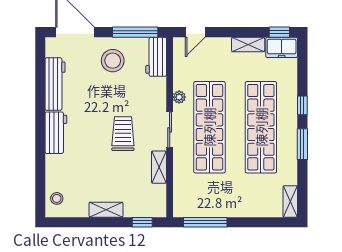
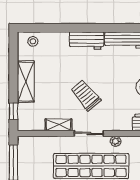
trolley: (123, 134) -> (86, 95), turned -130
shelving: (106, 210) -> (26, 82), width x1.50, depth x1.33

